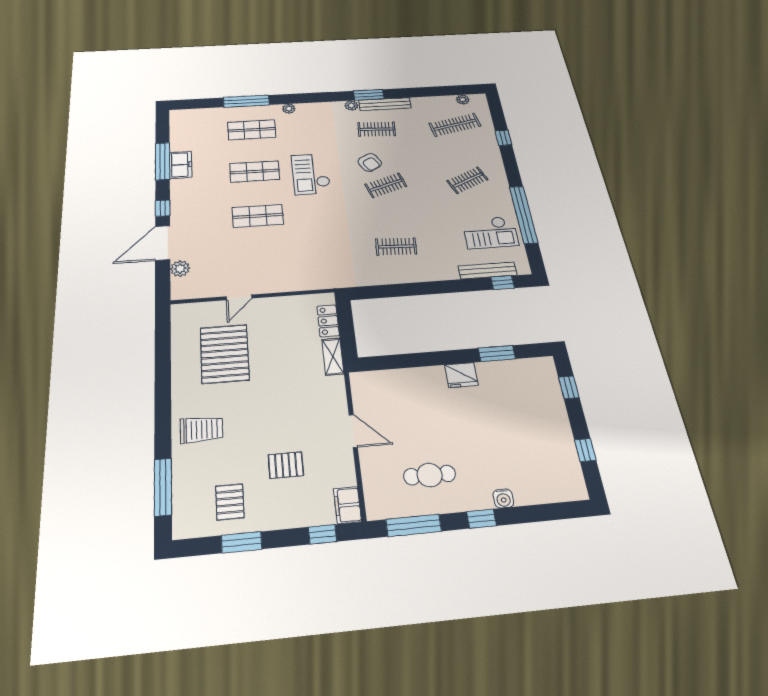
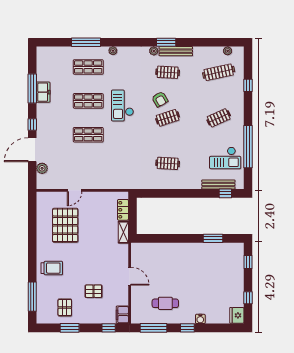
fridge: (461, 375) -> (237, 315), moved, turned 90

